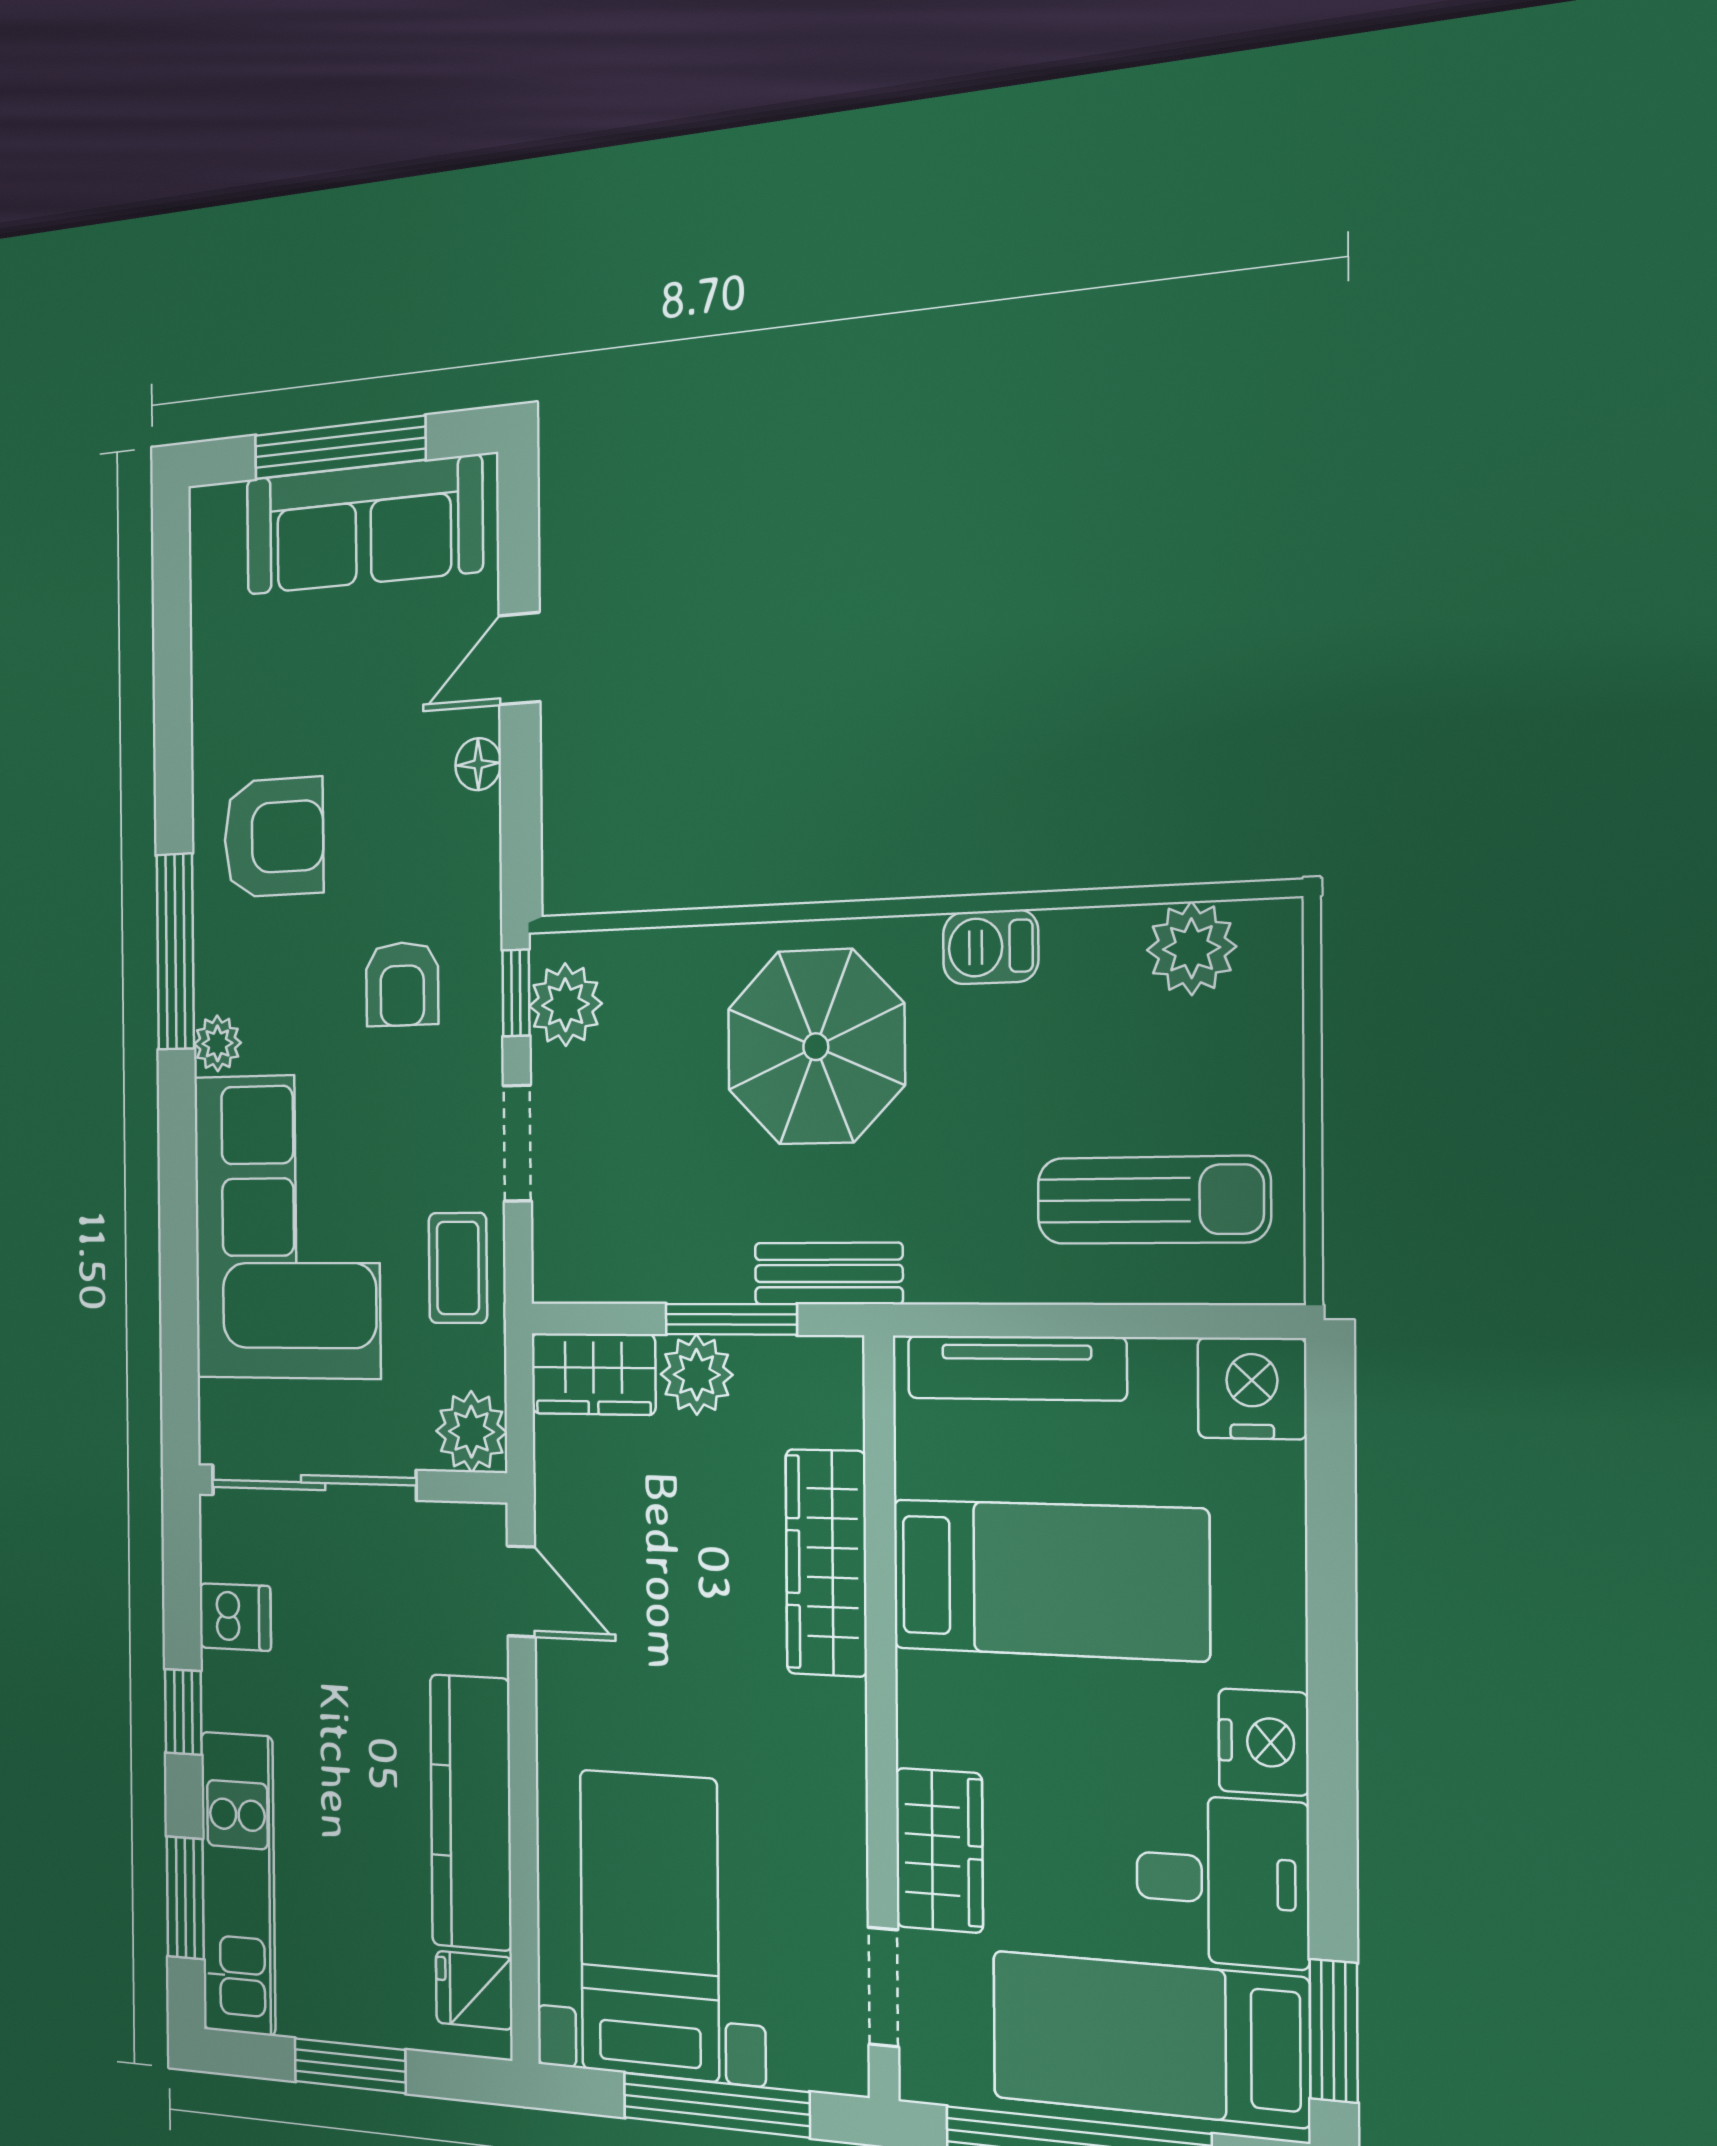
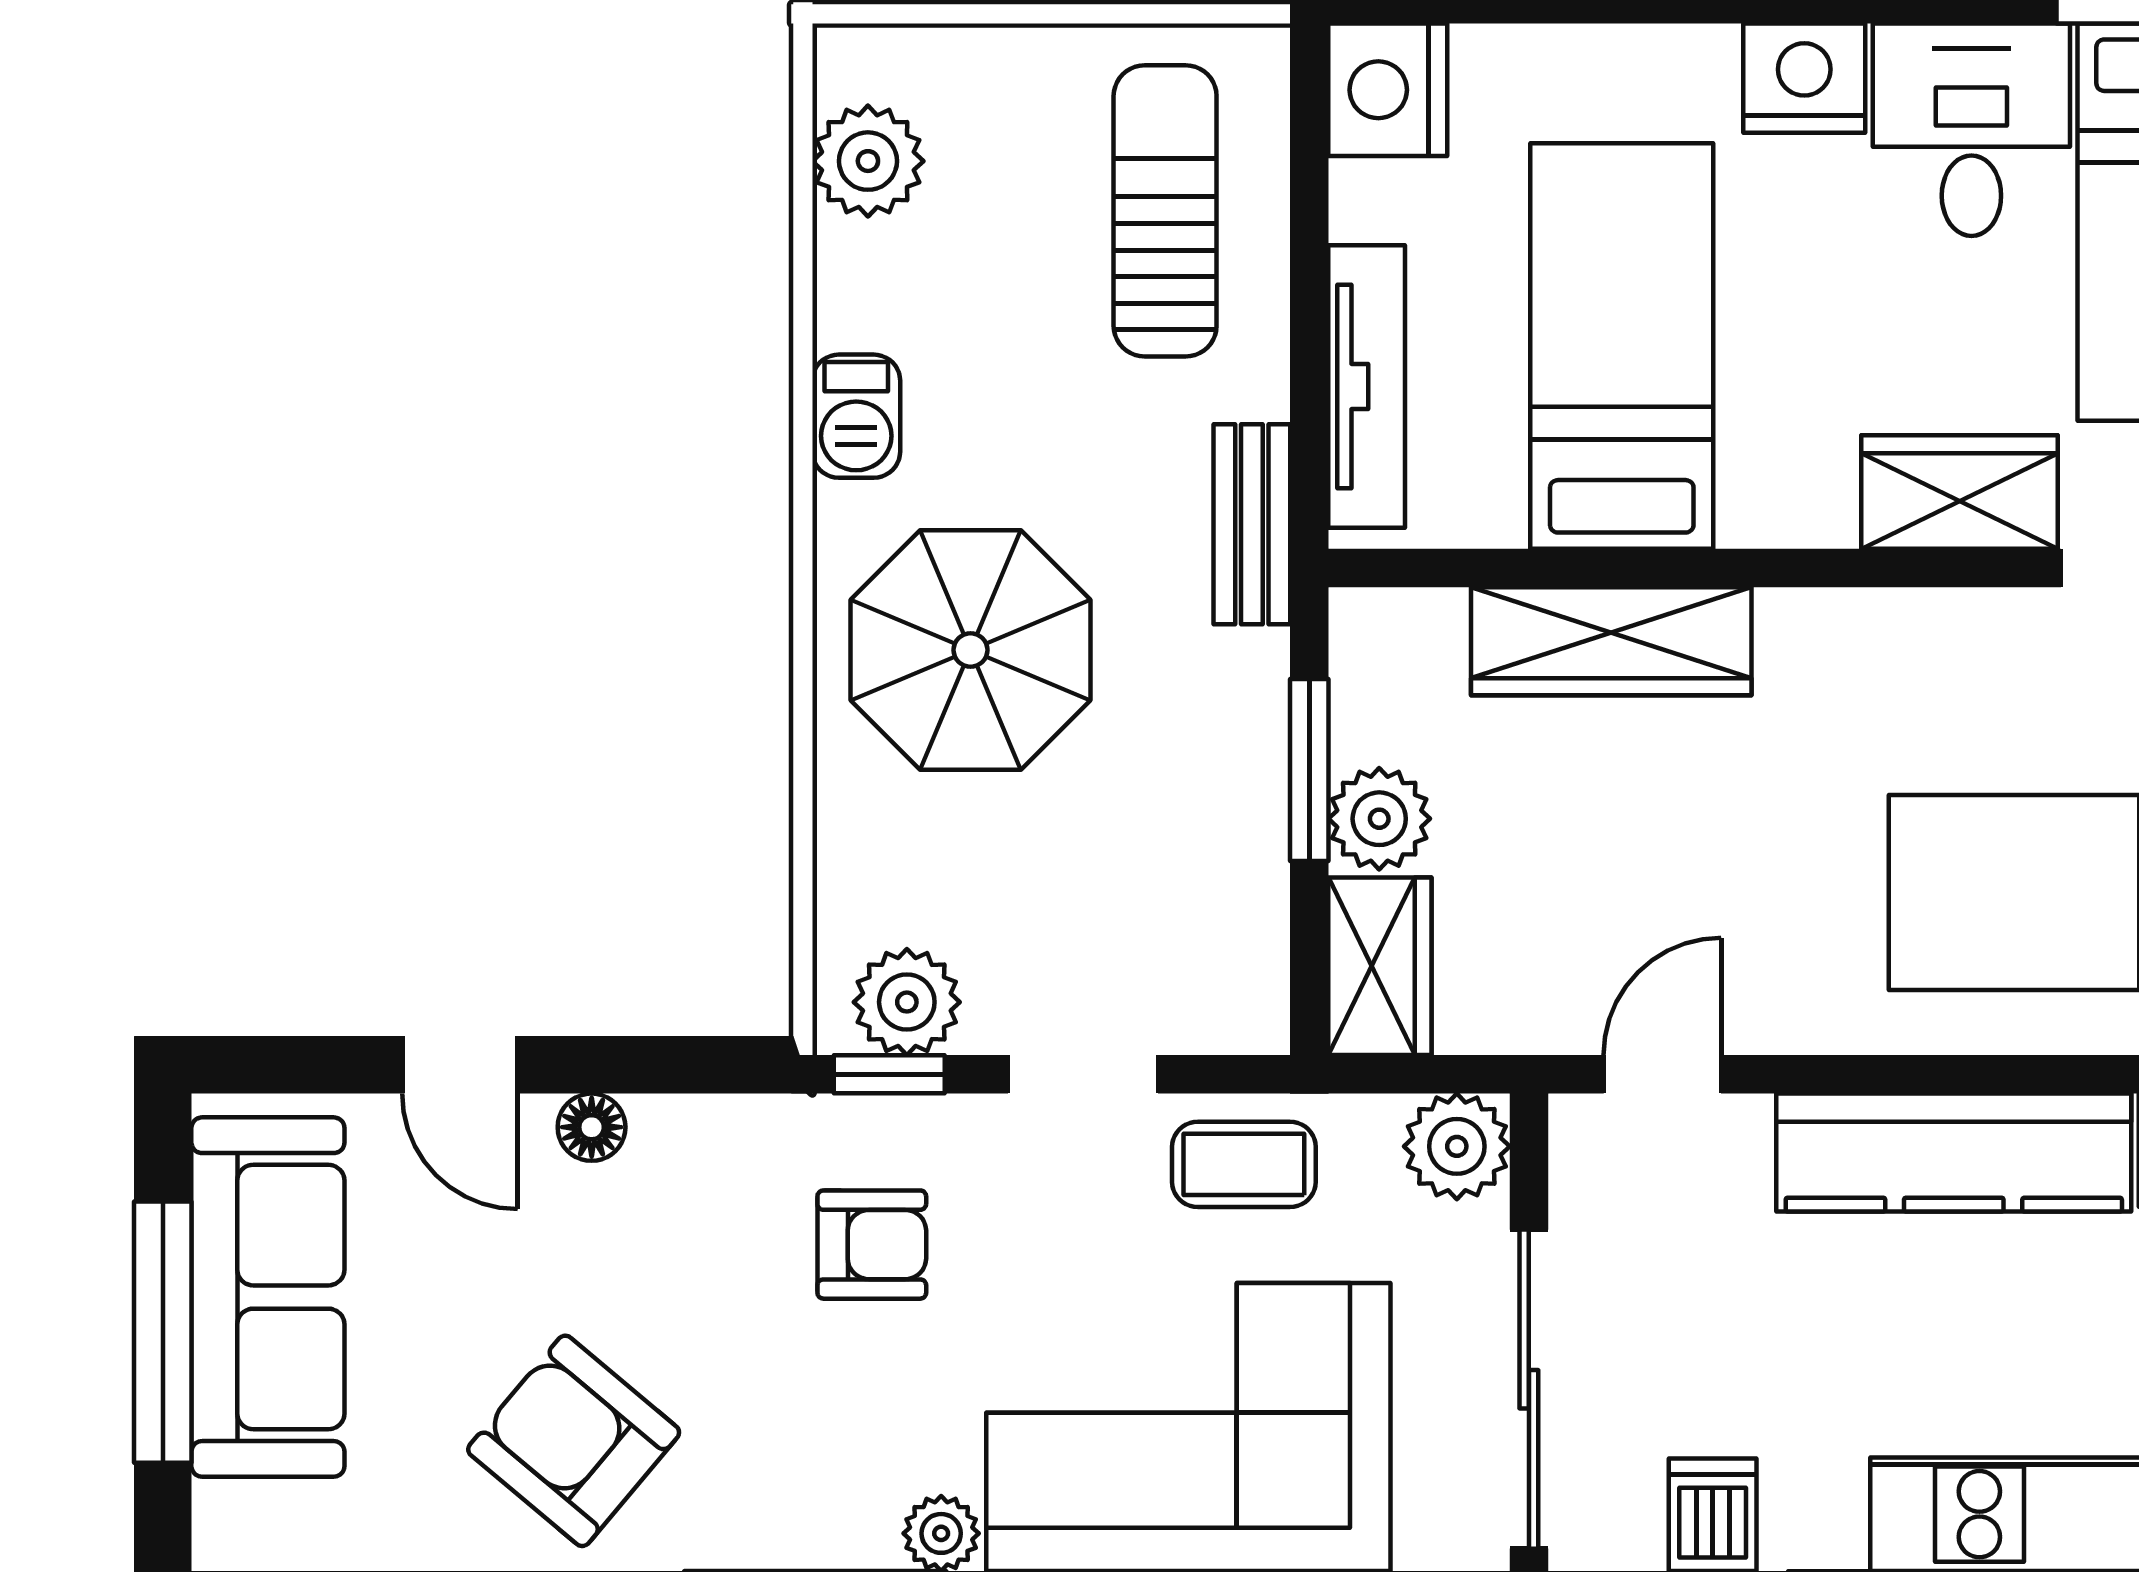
armchair: (274, 837) -> (574, 1441), moved, turned -50
bench: (828, 1273) -> (1252, 524), moved

